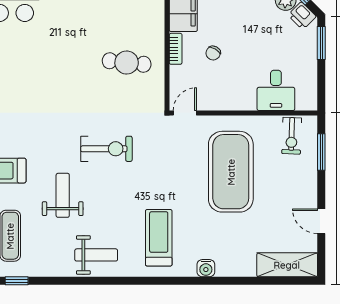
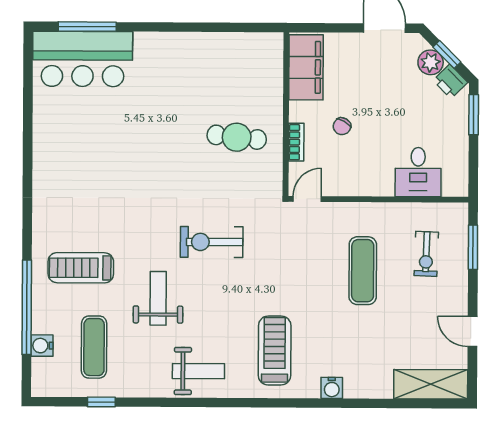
bookcase: (176, 49) -> (296, 142), moved
exercise bike: (292, 136) -> (426, 254), moved
exercise bike: (106, 149) -> (212, 242), turned 180
exercise mat: (231, 172) -> (363, 271), width x0.50, depth x0.69

